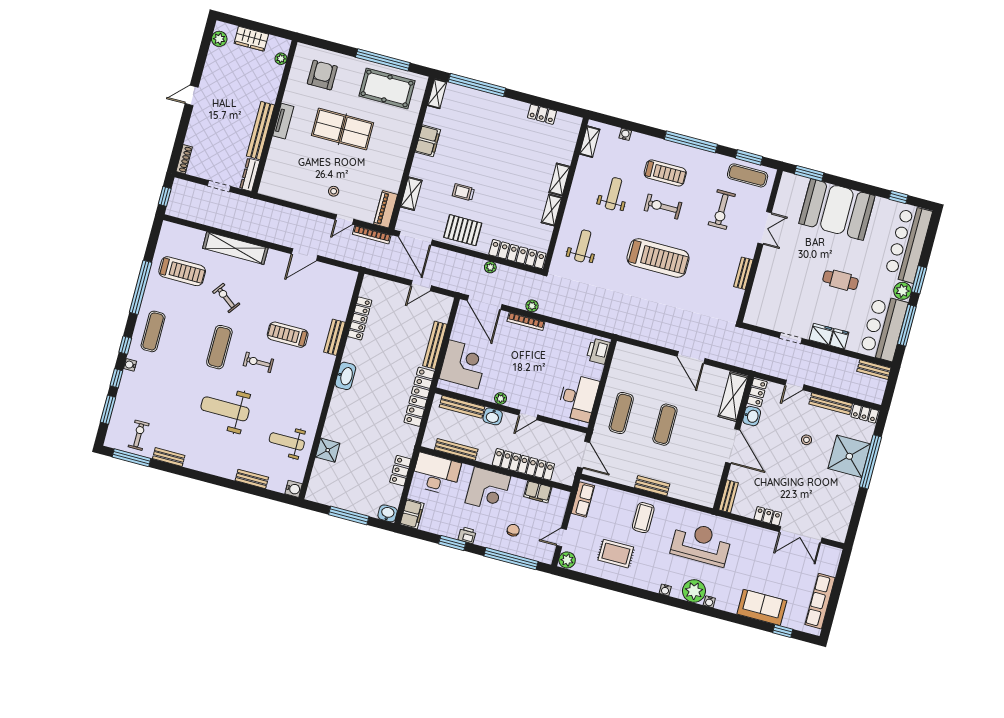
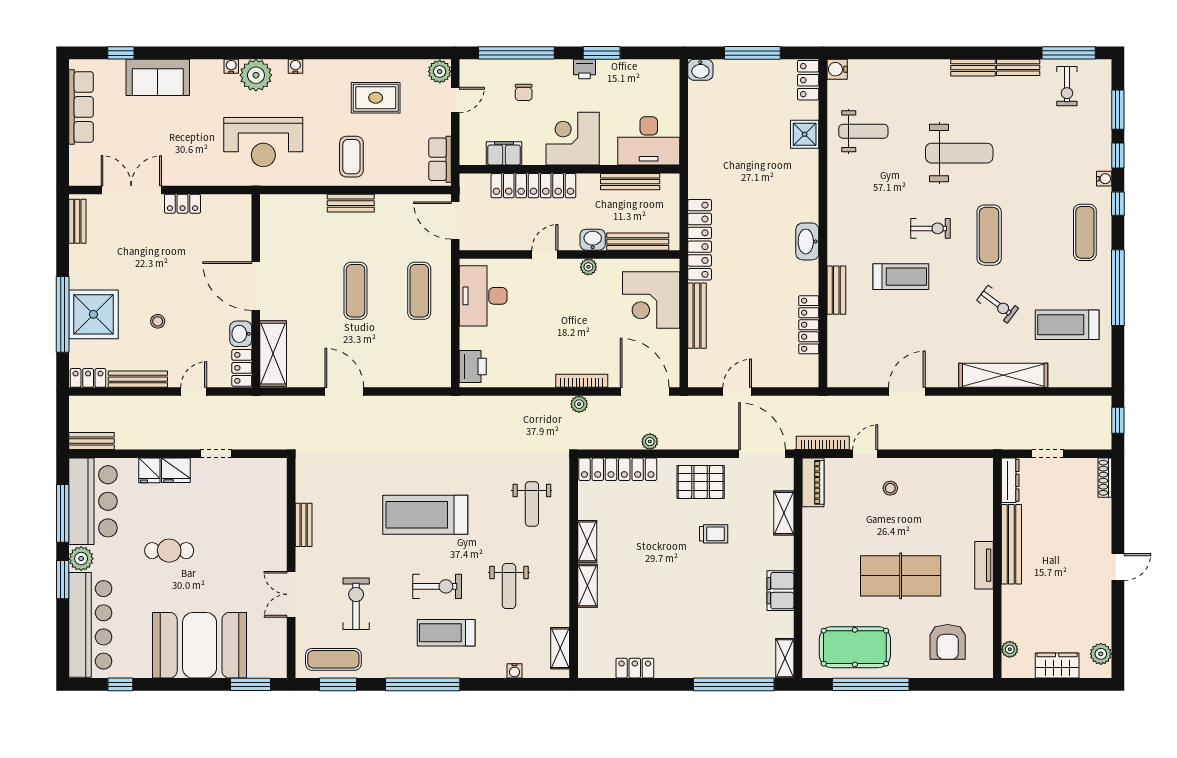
locker: (400, 471) -> (808, 80), moved, turned 180
bench: (252, 479) -> (973, 68), moved
bench: (729, 496) -> (77, 221), moved
filing cabinet: (412, 514) -> (667, 78), removed

